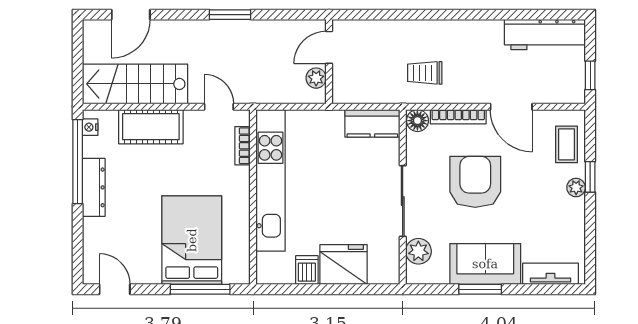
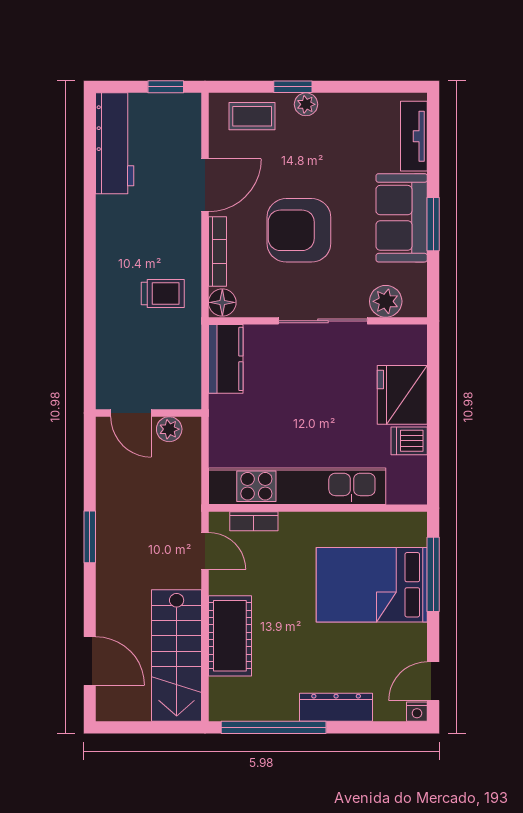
trolley: (425, 73) -> (163, 293), turned -90
door: (219, 107) -> (205, 551), swing flipped
nightstand: (90, 127) -> (417, 712), moved
dresser: (94, 187) -> (336, 707), moved

